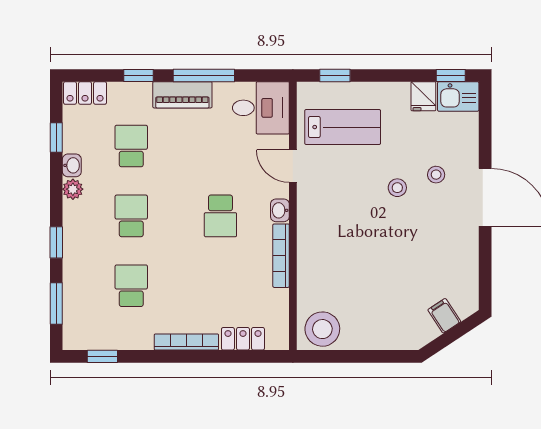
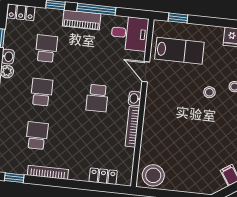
bookcase: (186, 342) -> (48, 172), moved

